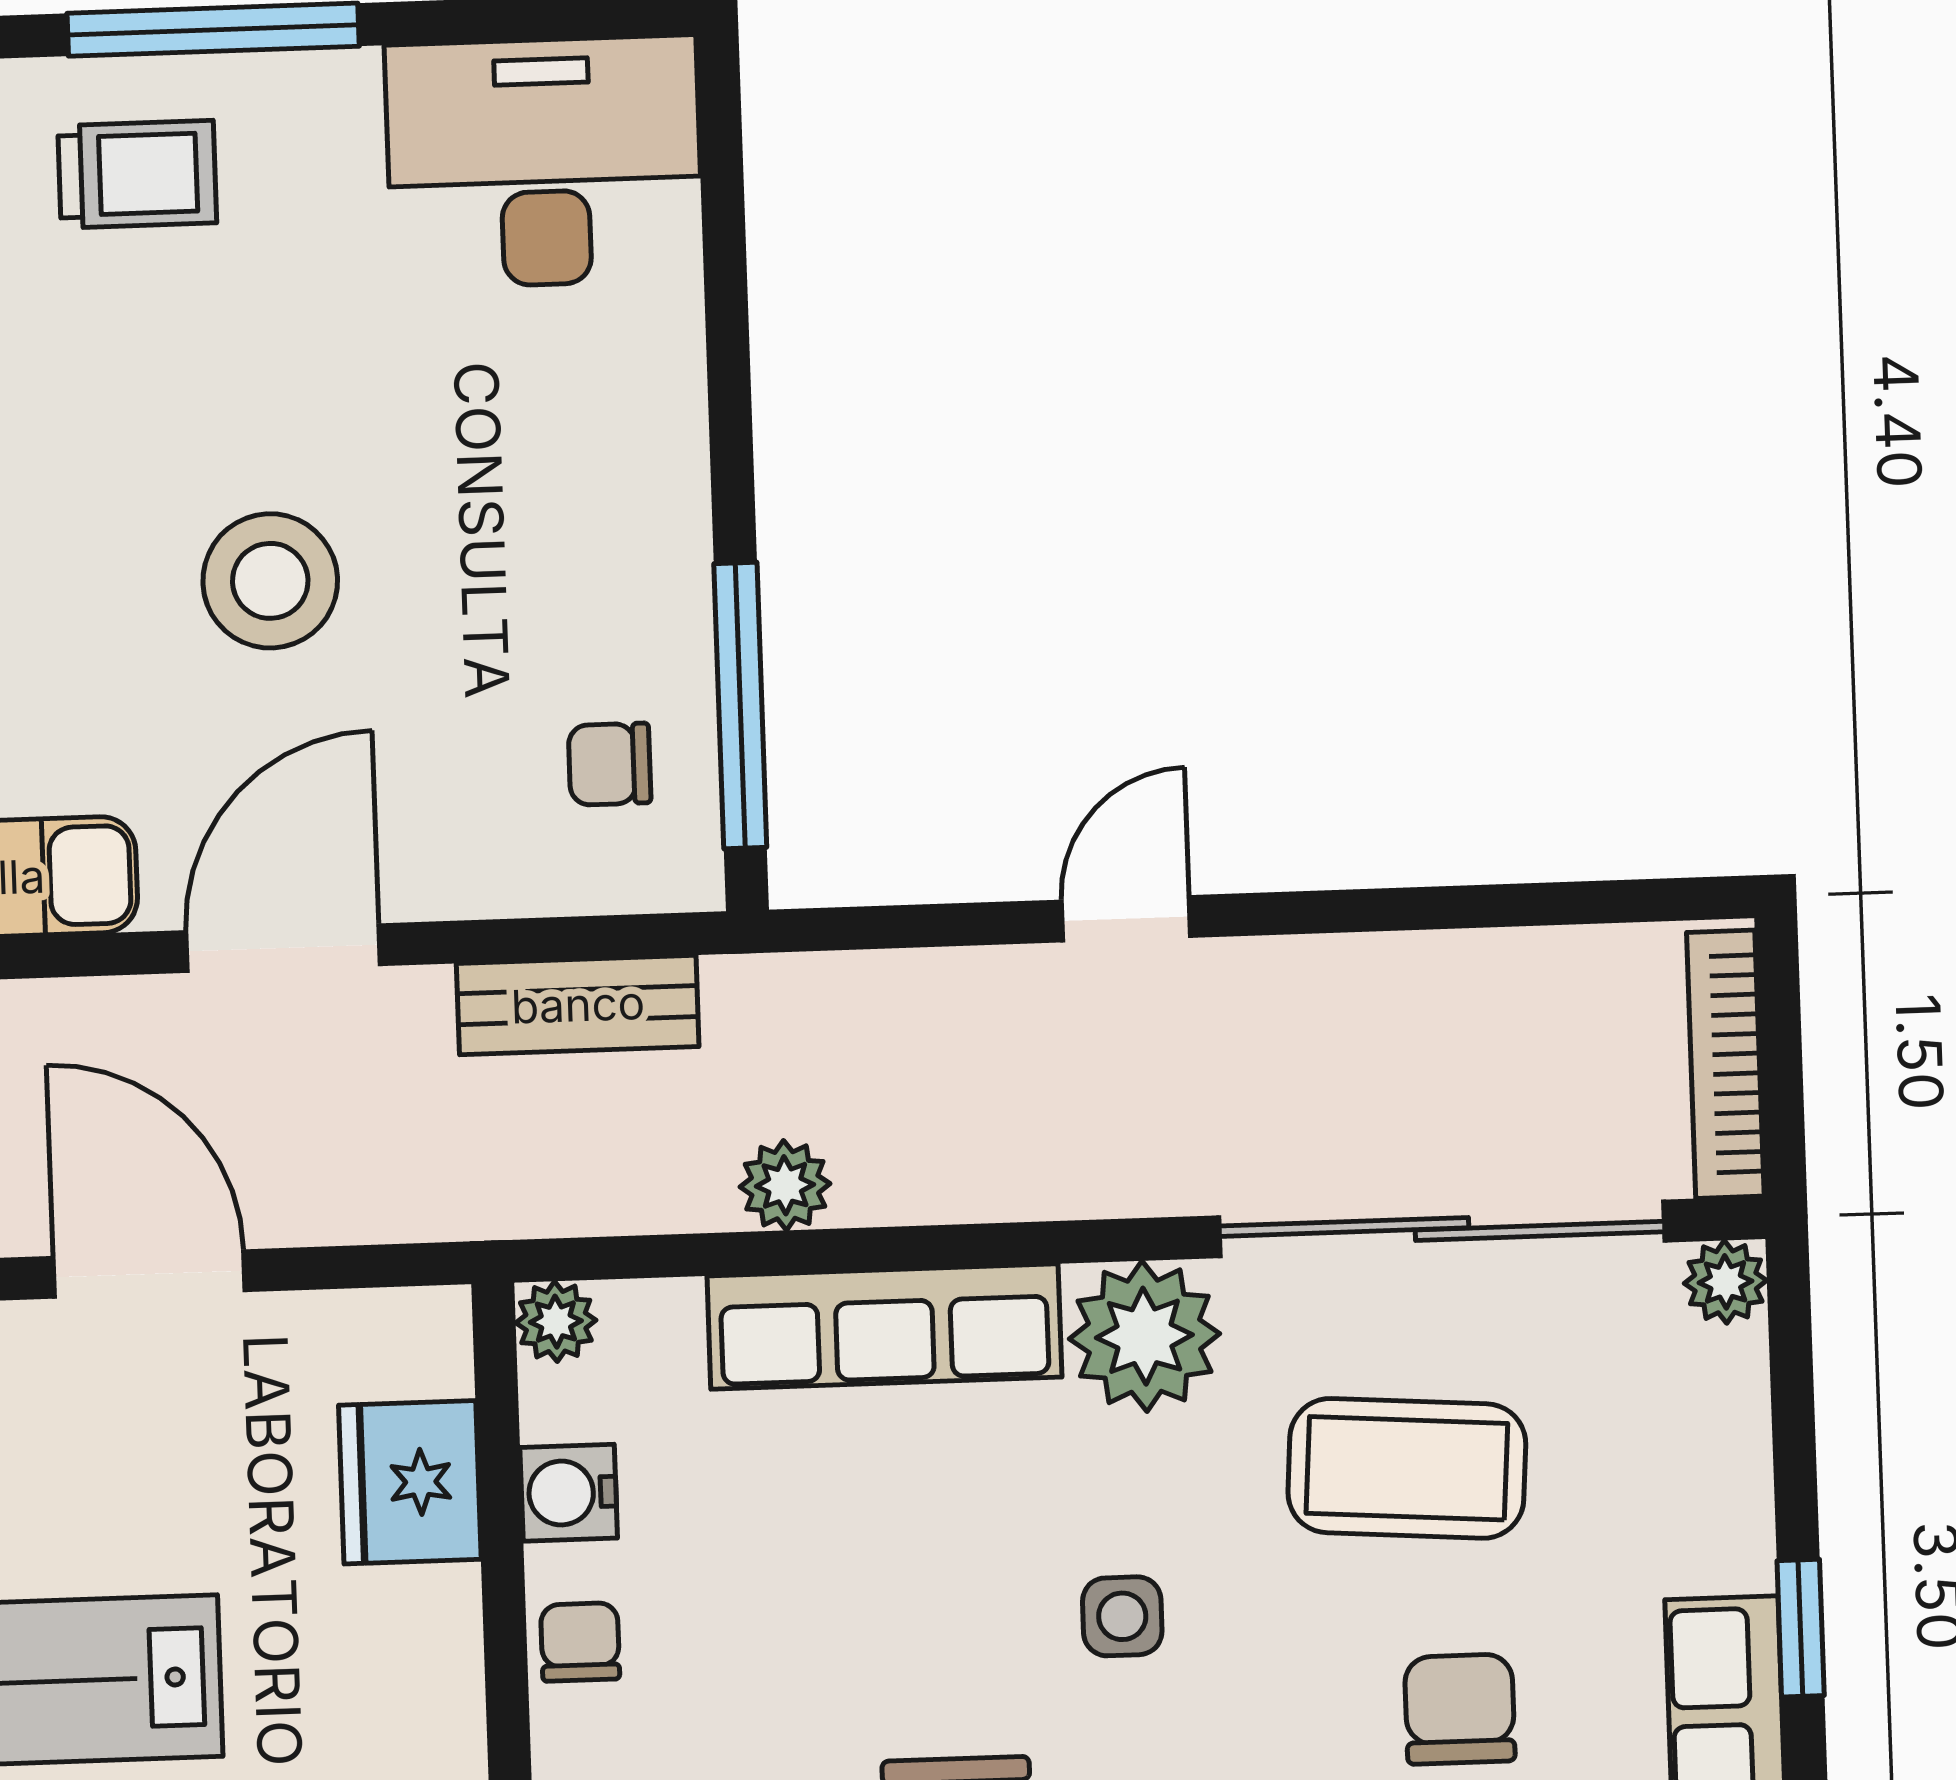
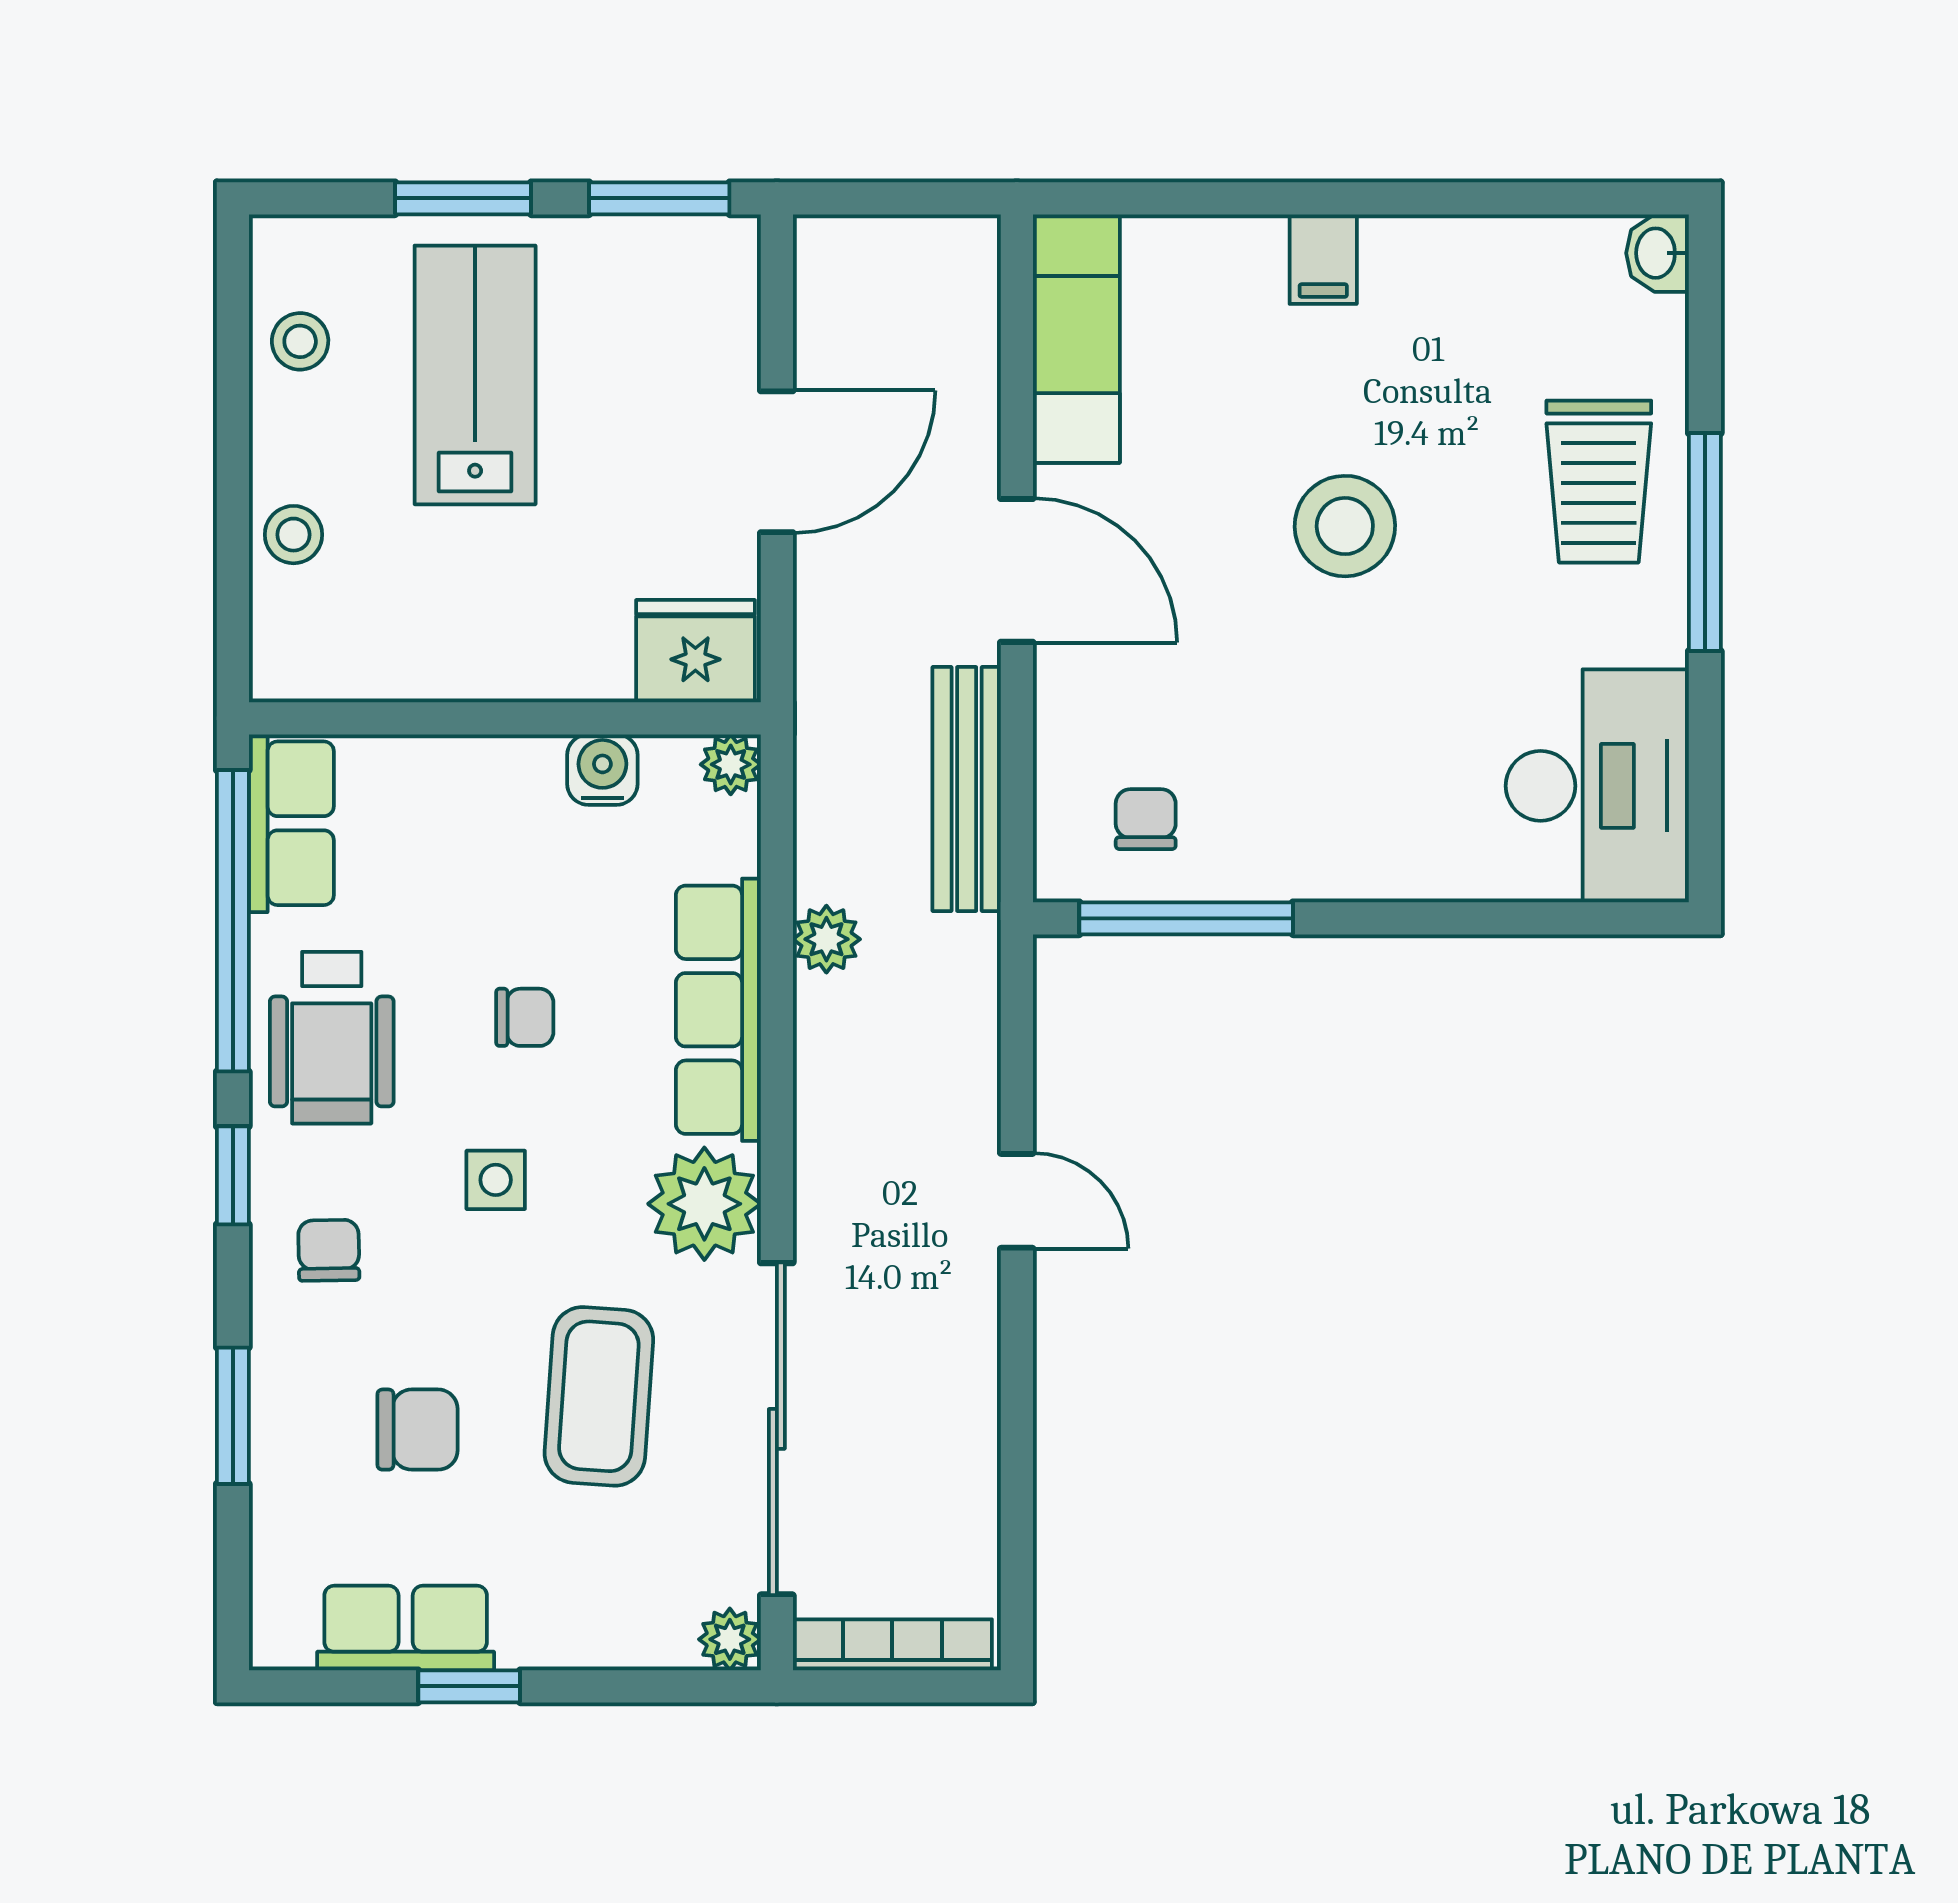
trolley: (137, 174) -> (1599, 482), width x1.36, depth x1.39
stool: (270, 581) -> (1345, 526), moved
bench: (578, 1005) -> (967, 789), width x1.36
fridge: (410, 1482) -> (695, 651), moved
chair: (580, 1642) -> (525, 1017), moved

